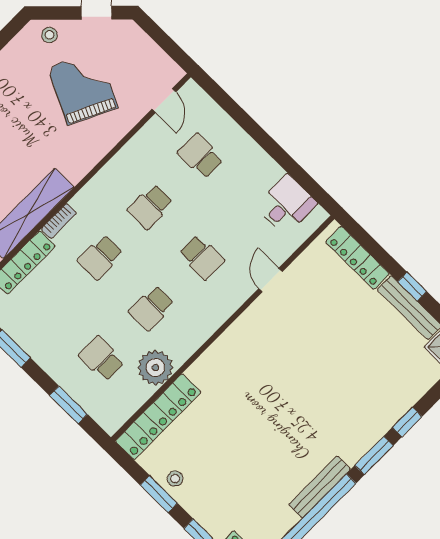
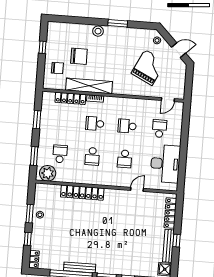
desk: (286, 205) -> (165, 164), width x1.87, depth x1.30
school desk: (152, 308) -> (92, 156), turned -90
plant: (155, 368) -> (48, 173), moved
locker: (158, 417) -> (82, 193), moved

